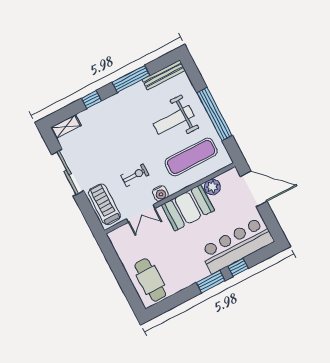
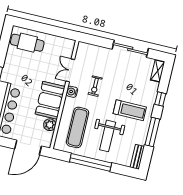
bench: (164, 75) -> (137, 157), width x0.73
weight bench: (174, 120) -> (108, 136), turned 180
treadmill: (104, 204) -> (130, 110), moved

